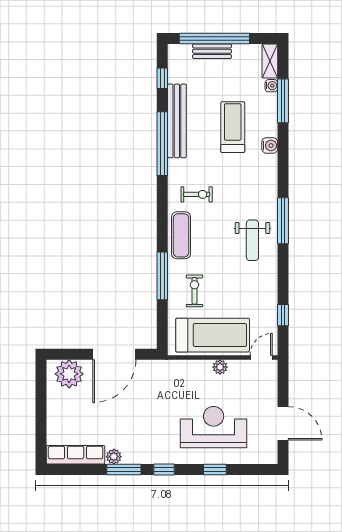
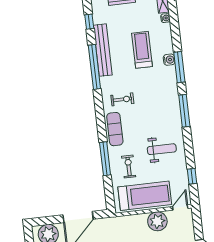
window: (283, 101) -> (179, 67), moved
weight bench: (252, 240) -> (162, 149), moved, turned -90
plant: (220, 367) -> (157, 221), width x1.87, depth x1.87

